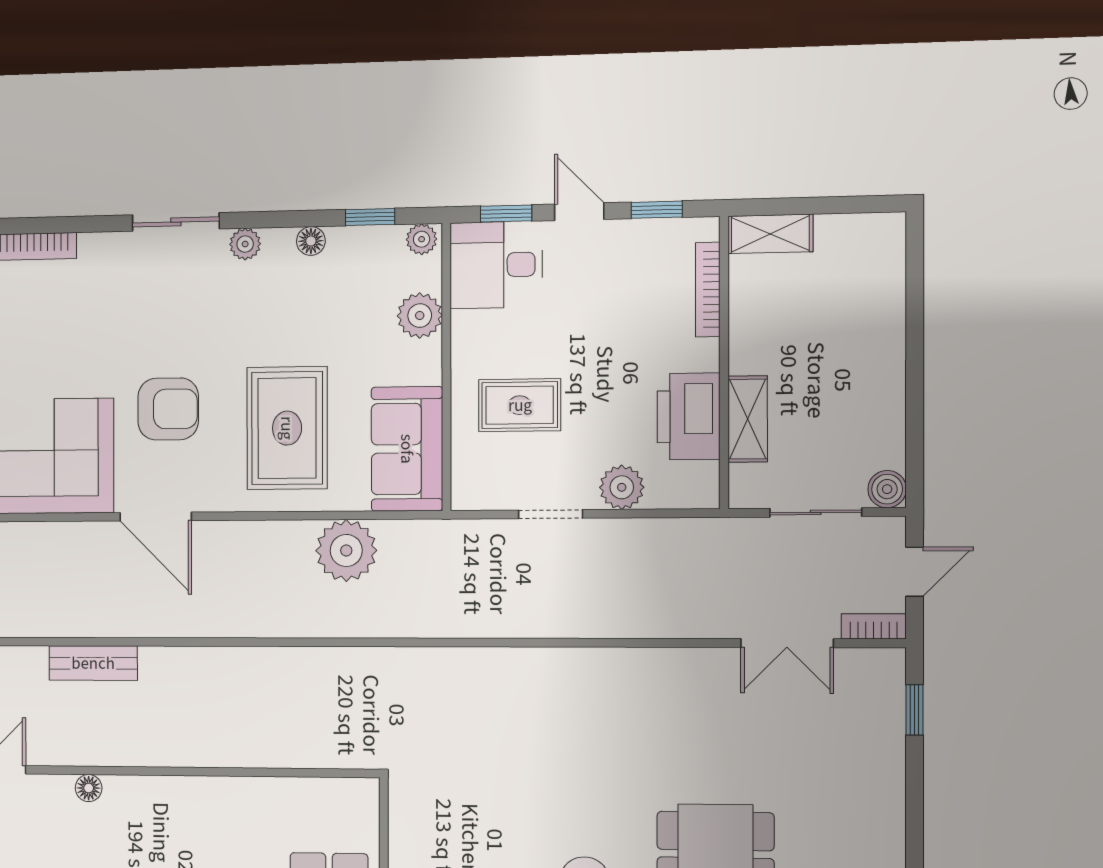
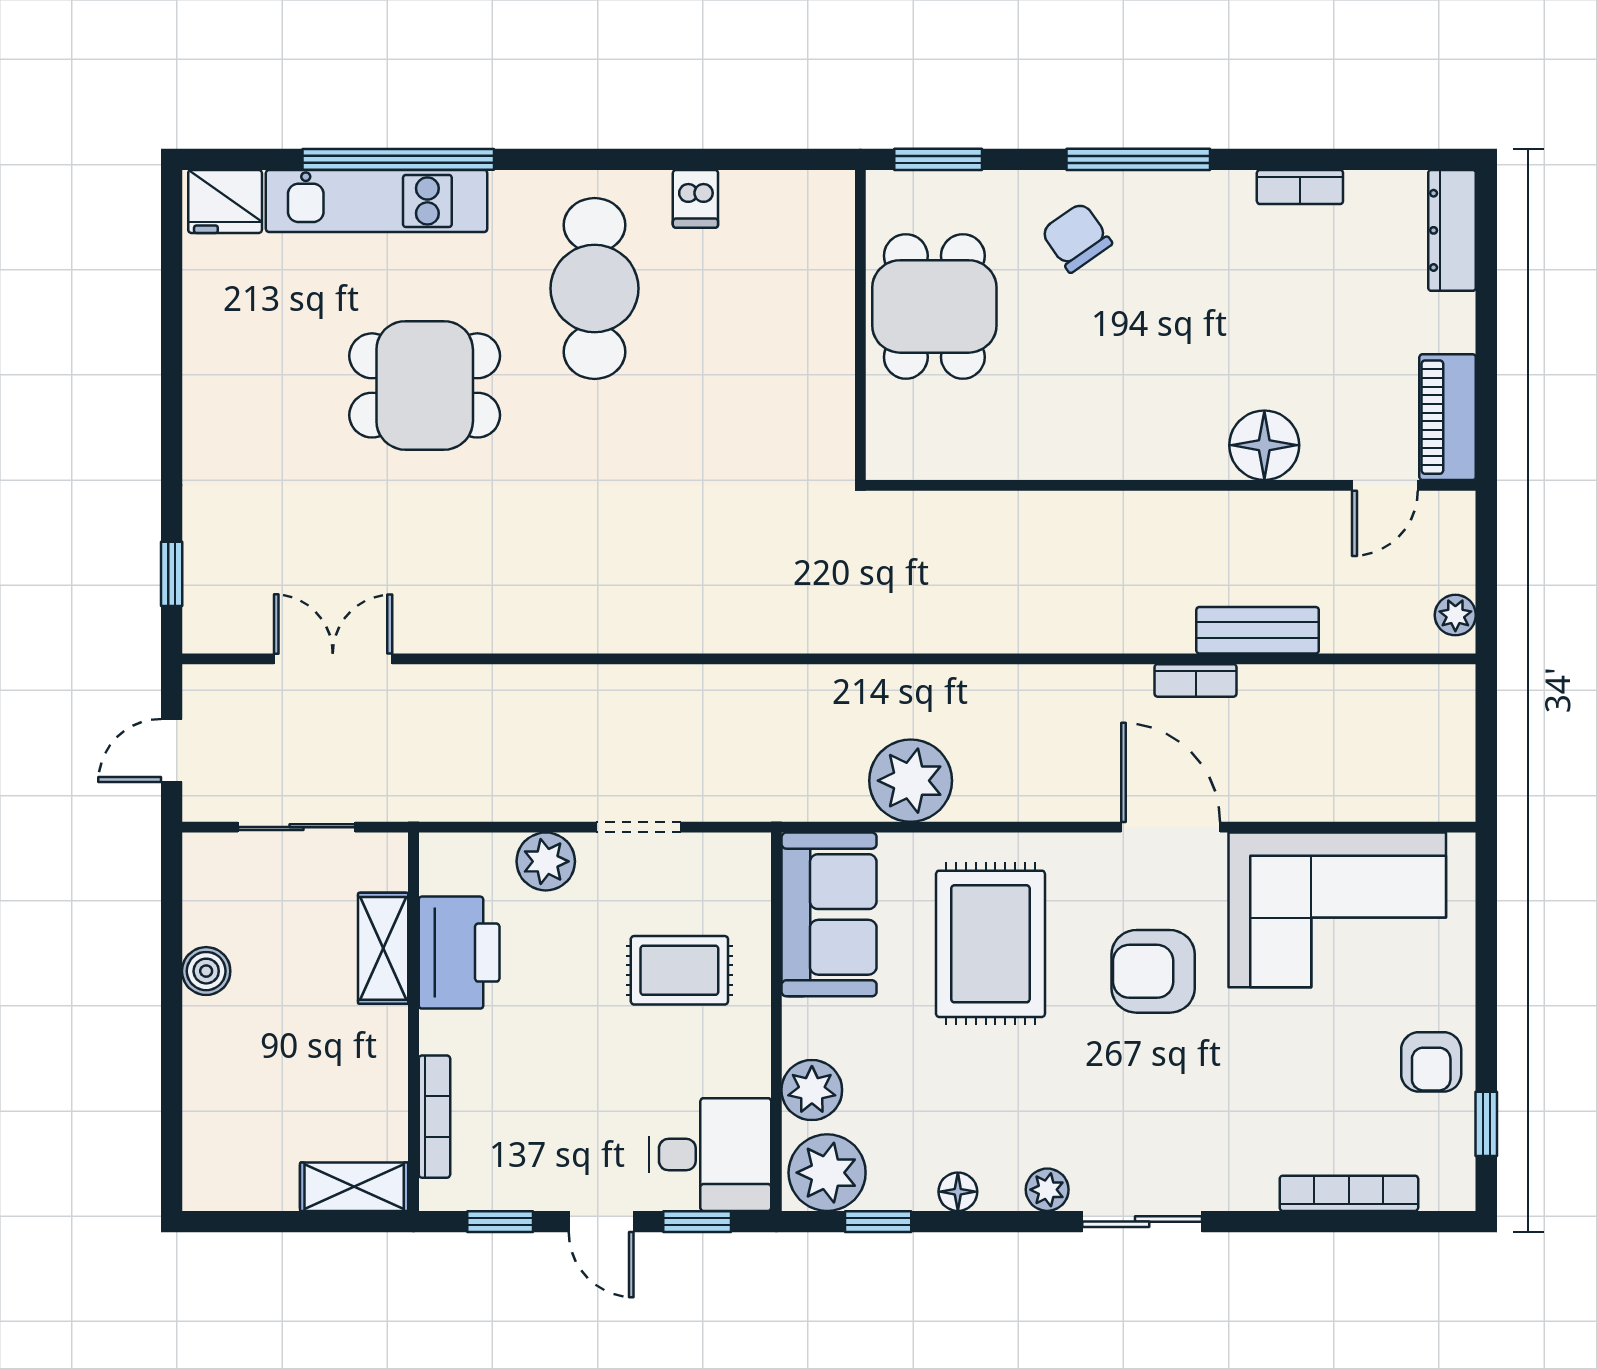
plant: (422, 239) -> (827, 1173), width x1.88, depth x1.88
boiler: (887, 489) -> (206, 971), moved
bookcase: (874, 626) -> (1196, 680), moved
floor lamp: (89, 788) -> (1264, 445), width x1.89, depth x1.89

